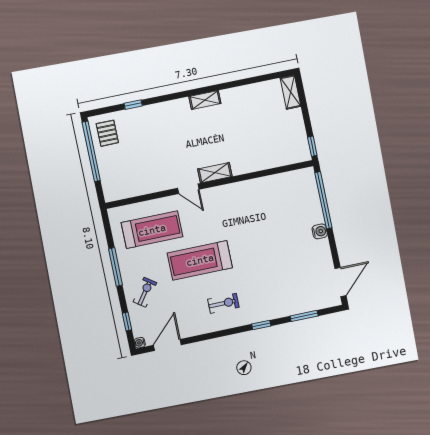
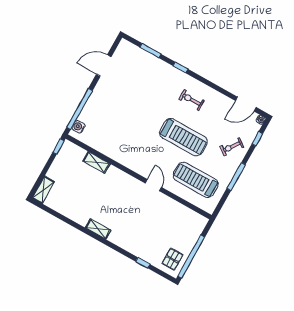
shelving: (215, 173) -> (96, 162), moved
water cooler: (320, 231) -> (79, 127), moved
door: (340, 282) -> (104, 66), moved

